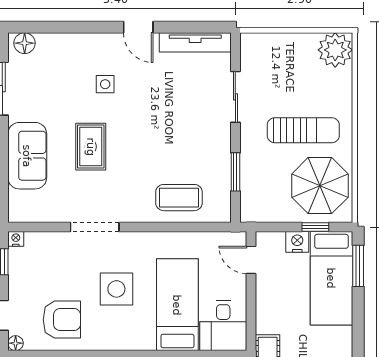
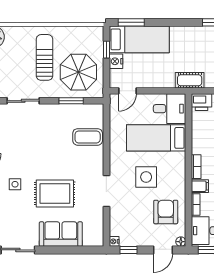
rug: (91, 147) -> (55, 193), width x1.36, depth x1.43
parasol: (320, 186) -> (78, 72), moved
coffee table: (179, 198) -> (88, 137), turned 90

